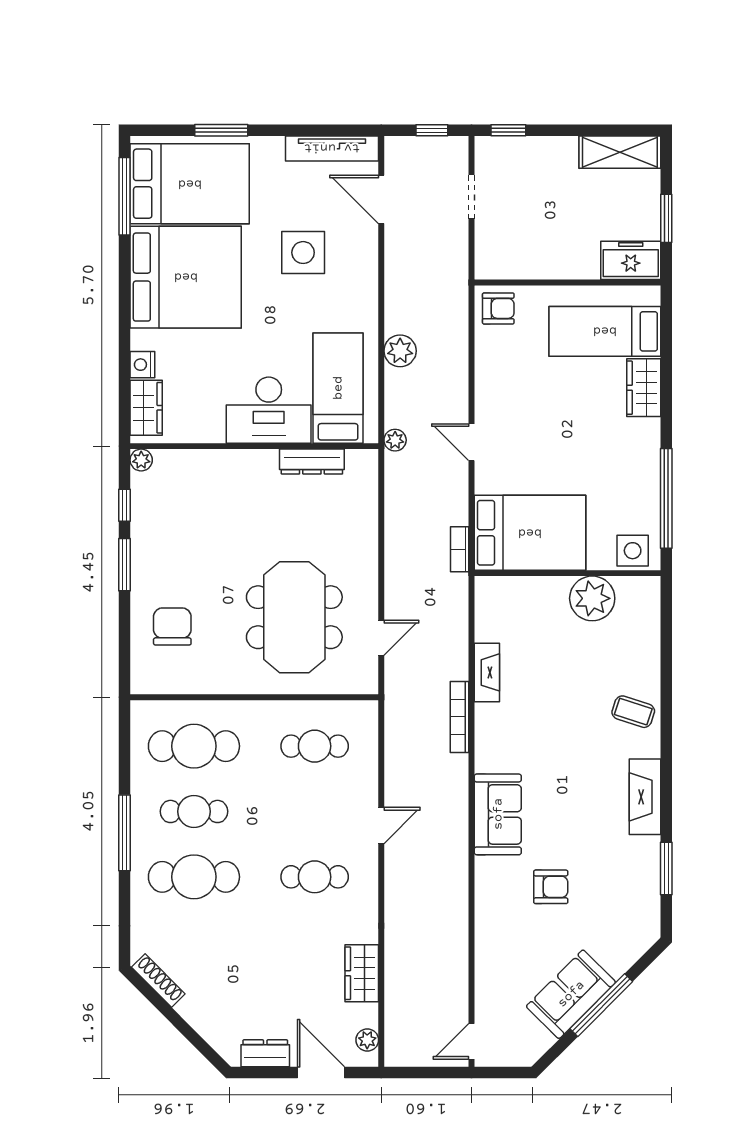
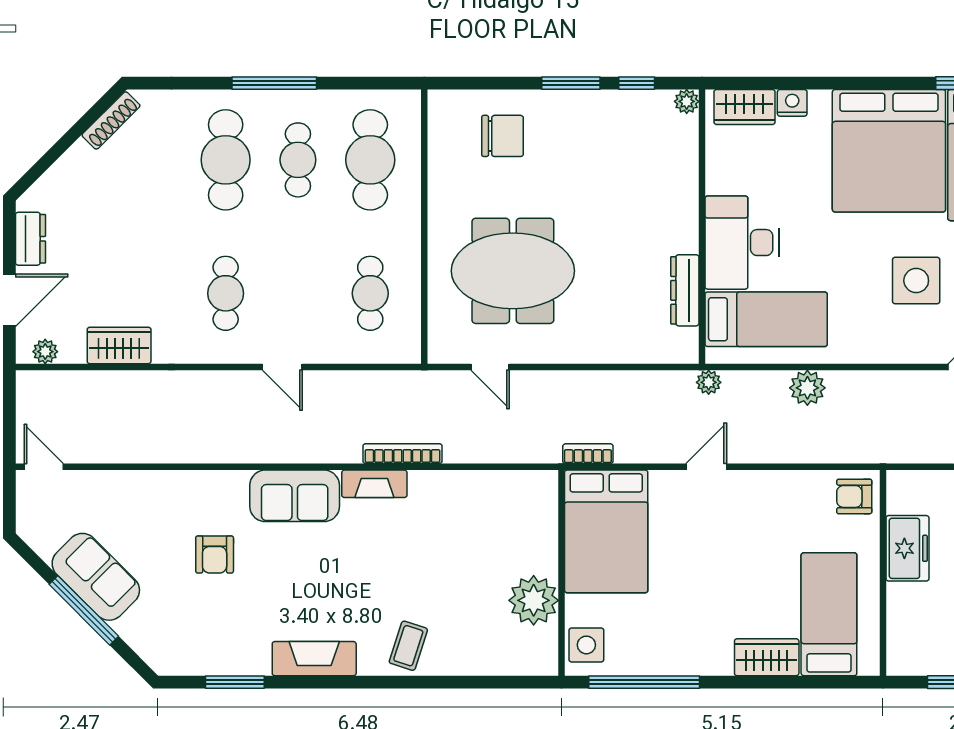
freezer: (631, 260) -> (907, 548), moved
armchair: (498, 308) -> (854, 496), turned 90
fireplace: (487, 672) -> (374, 484), moved

